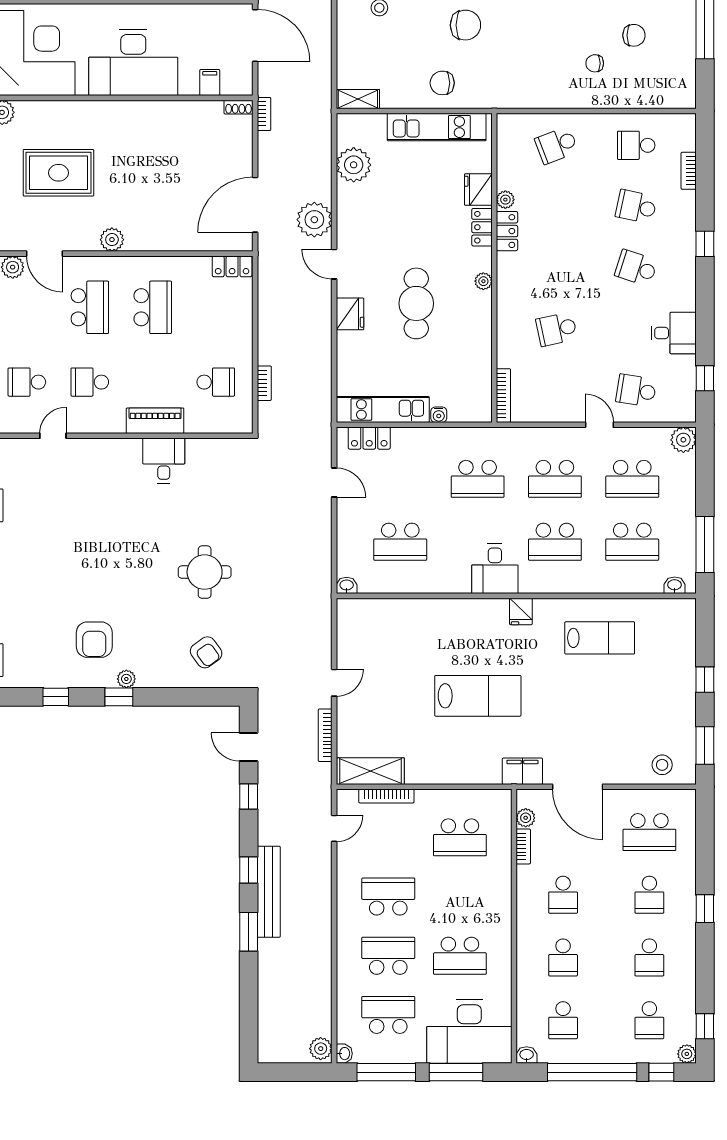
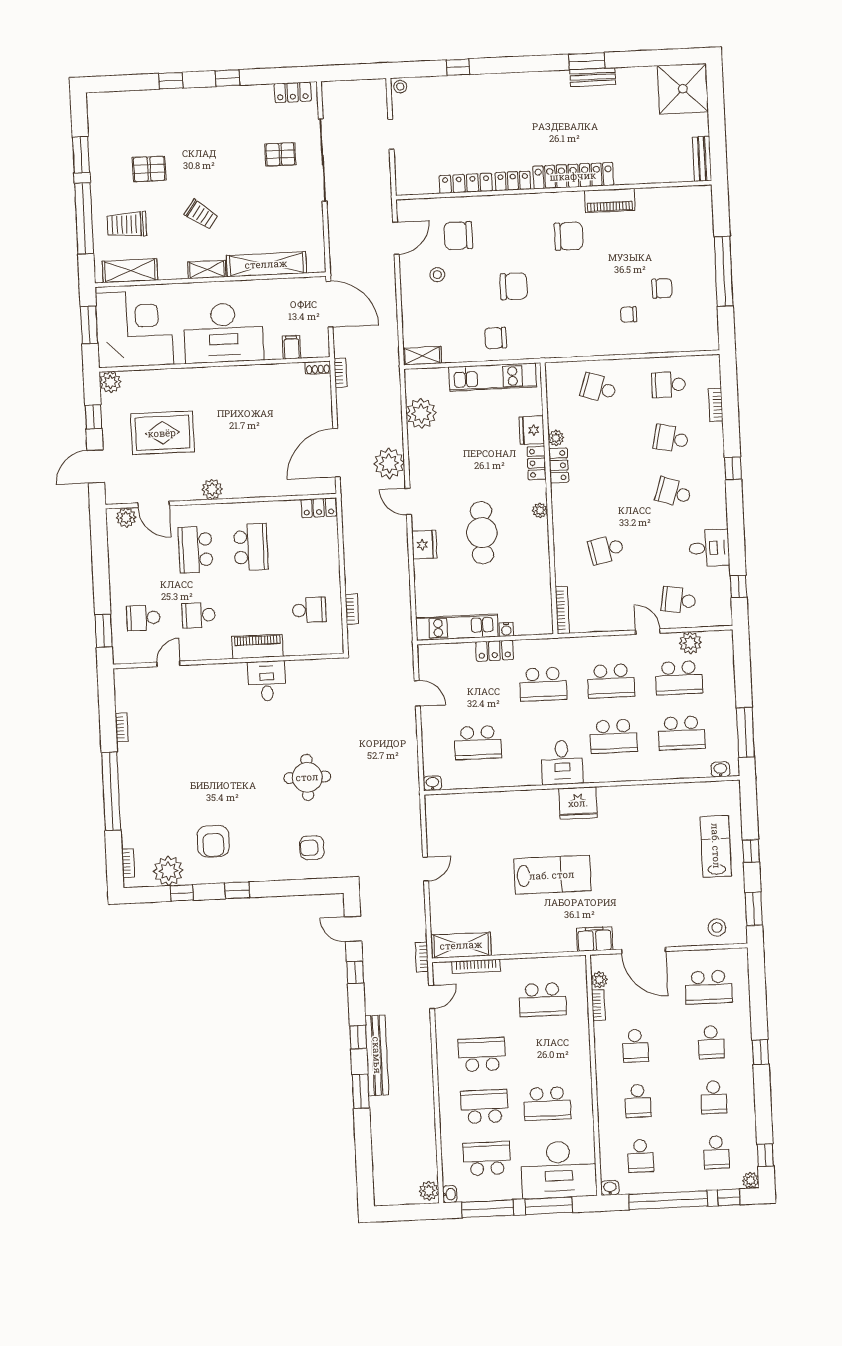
school desk: (557, 145) -> (599, 388), turned 39
school desk: (90, 307) -> (196, 550), turned 180
locker: (369, 438) -> (495, 651), moved
plant: (683, 440) -> (690, 643), moved
fridge: (521, 611) -> (578, 803), width x1.88, depth x1.34
lab bench: (600, 638) -> (716, 846), moved, turned -90
armchair: (206, 652) -> (312, 848), turned 126
plant: (126, 679) -> (168, 871), moved, width x1.88, depth x1.88
bookcase: (325, 735) -> (422, 957), moved, width x0.64

